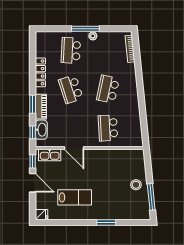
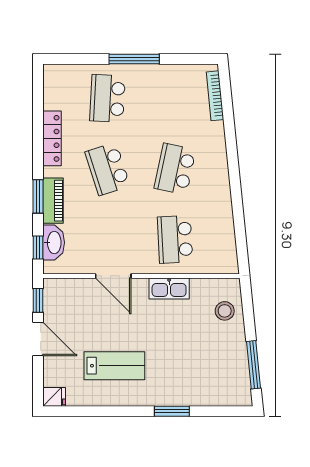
plant: (93, 36) -> (147, 72), removed
kitchen sink: (50, 155) -> (169, 288), moved
stool: (136, 185) -> (225, 311), moved

